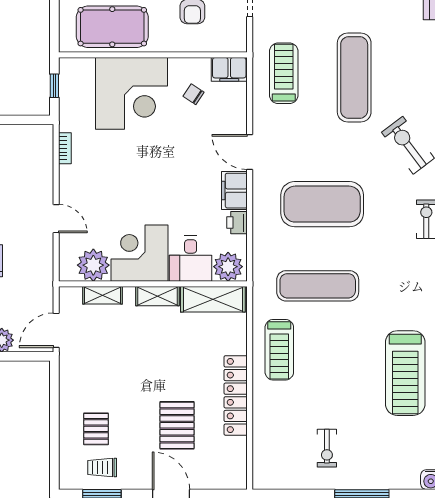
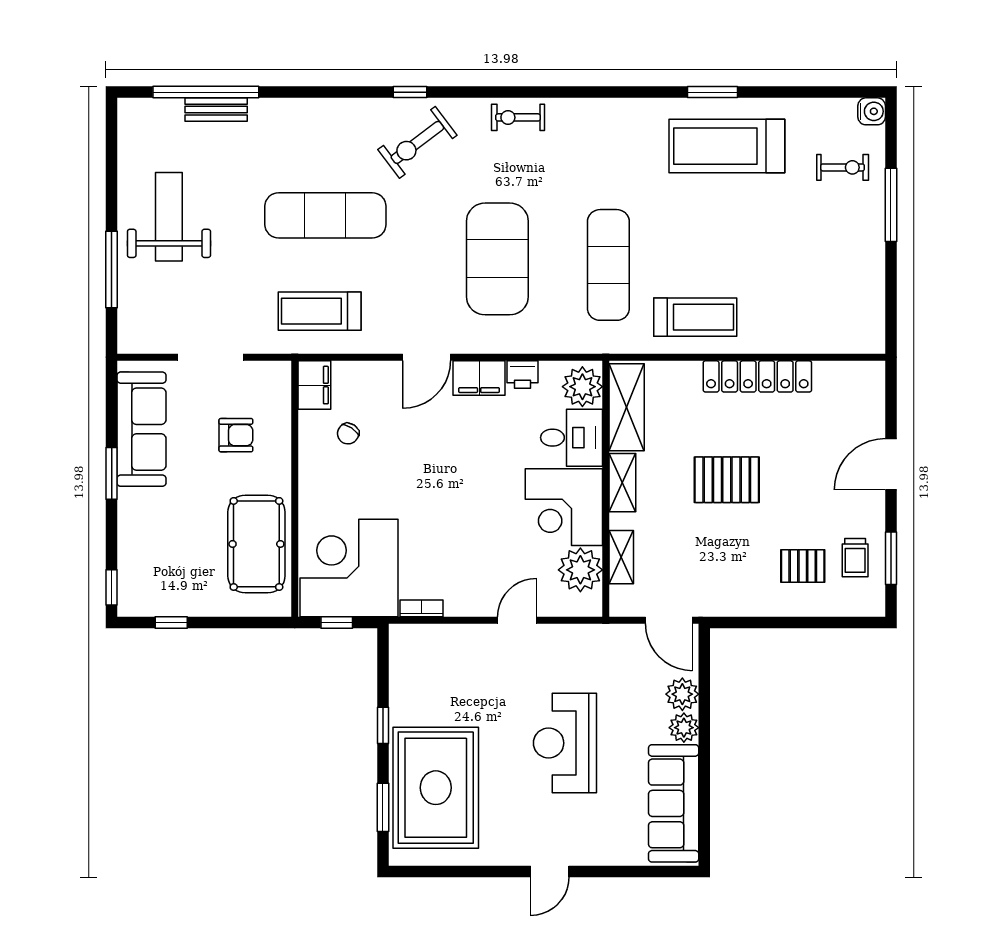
corner desk: (132, 93) -> (349, 568), moved, turned -90
treadmill: (405, 373) -> (727, 146), turned 180
pallet: (177, 425) -> (727, 480), moved
exercise bike: (327, 448) -> (843, 167), moved

